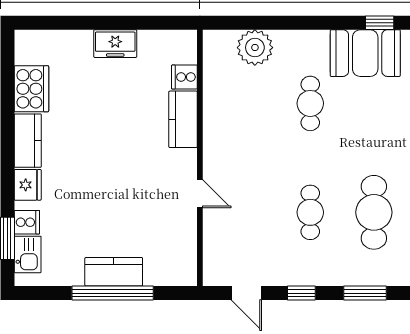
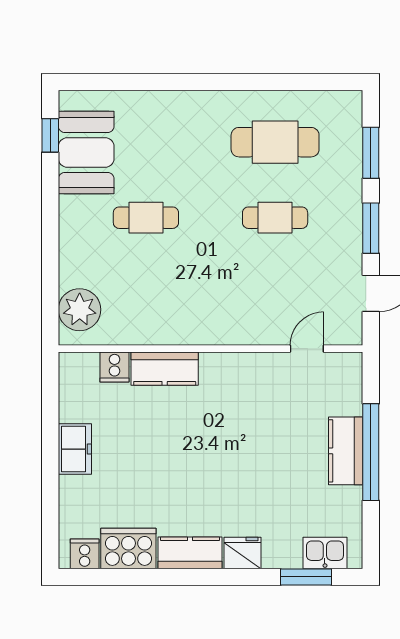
plant: (255, 48) -> (80, 310), moved
door: (200, 194) -> (307, 349), moved
cooker: (27, 222) -> (85, 554), moved
window: (301, 293) -> (371, 228), width x1.50

